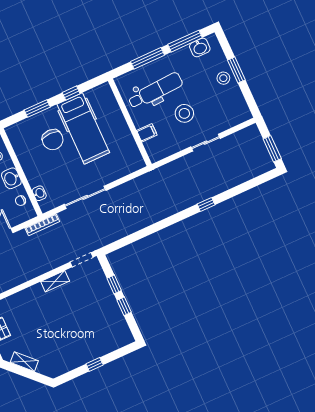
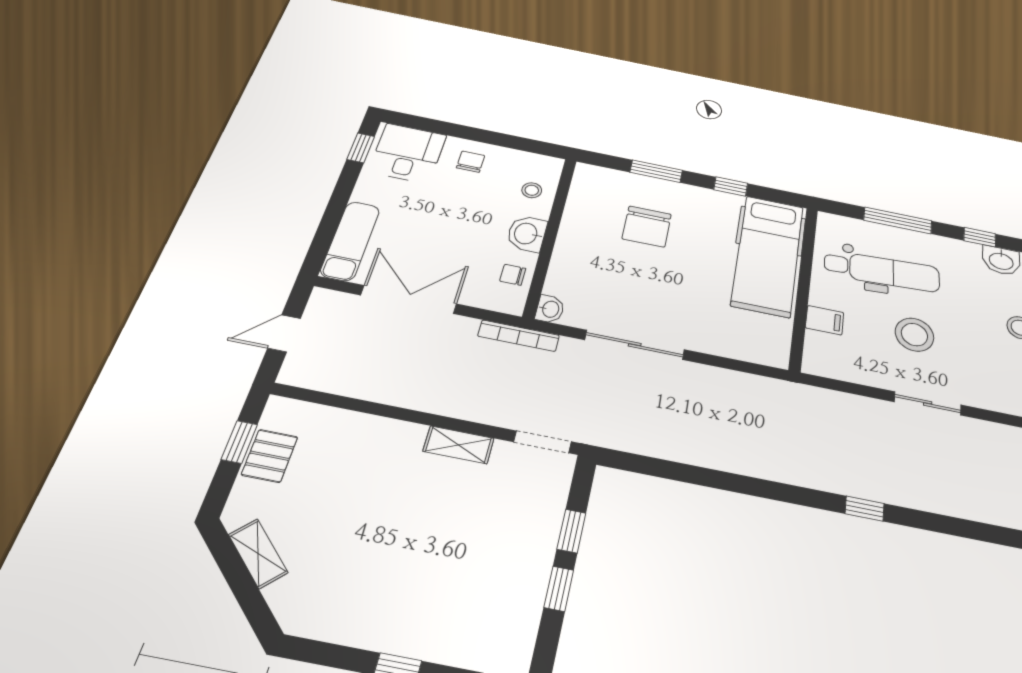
window: (185, 41) -> (980, 237), width x0.46
hospital bed: (83, 128) -> (768, 255), moved
washbasin: (39, 193) -> (550, 309), moved

